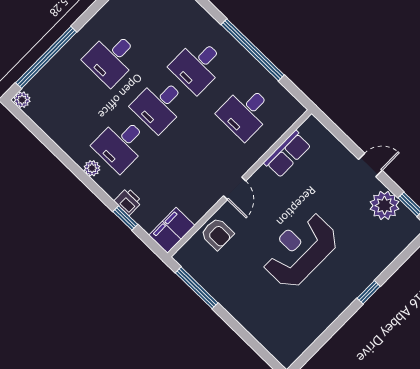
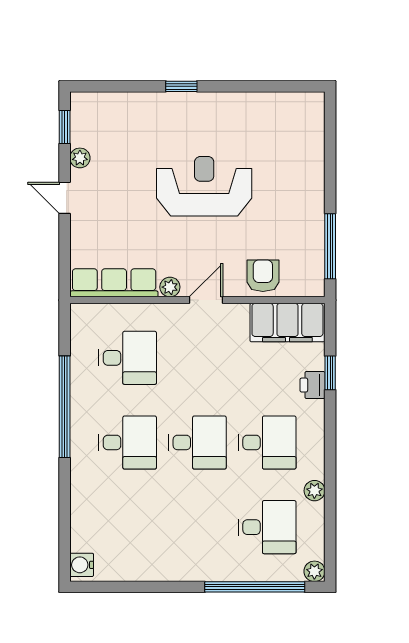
desk: (112, 58) -> (267, 527), moved
row of seats: (287, 154) -> (114, 283), width x1.48
plant: (92, 168) -> (314, 491), moved
plant: (262, 175) -> (170, 287), added
plant: (384, 205) -> (80, 158), width x0.53, depth x0.53
filing cabinet: (172, 230) -> (287, 323), width x1.50, depth x1.17
reception desk: (300, 250) -> (204, 186), turned 180

